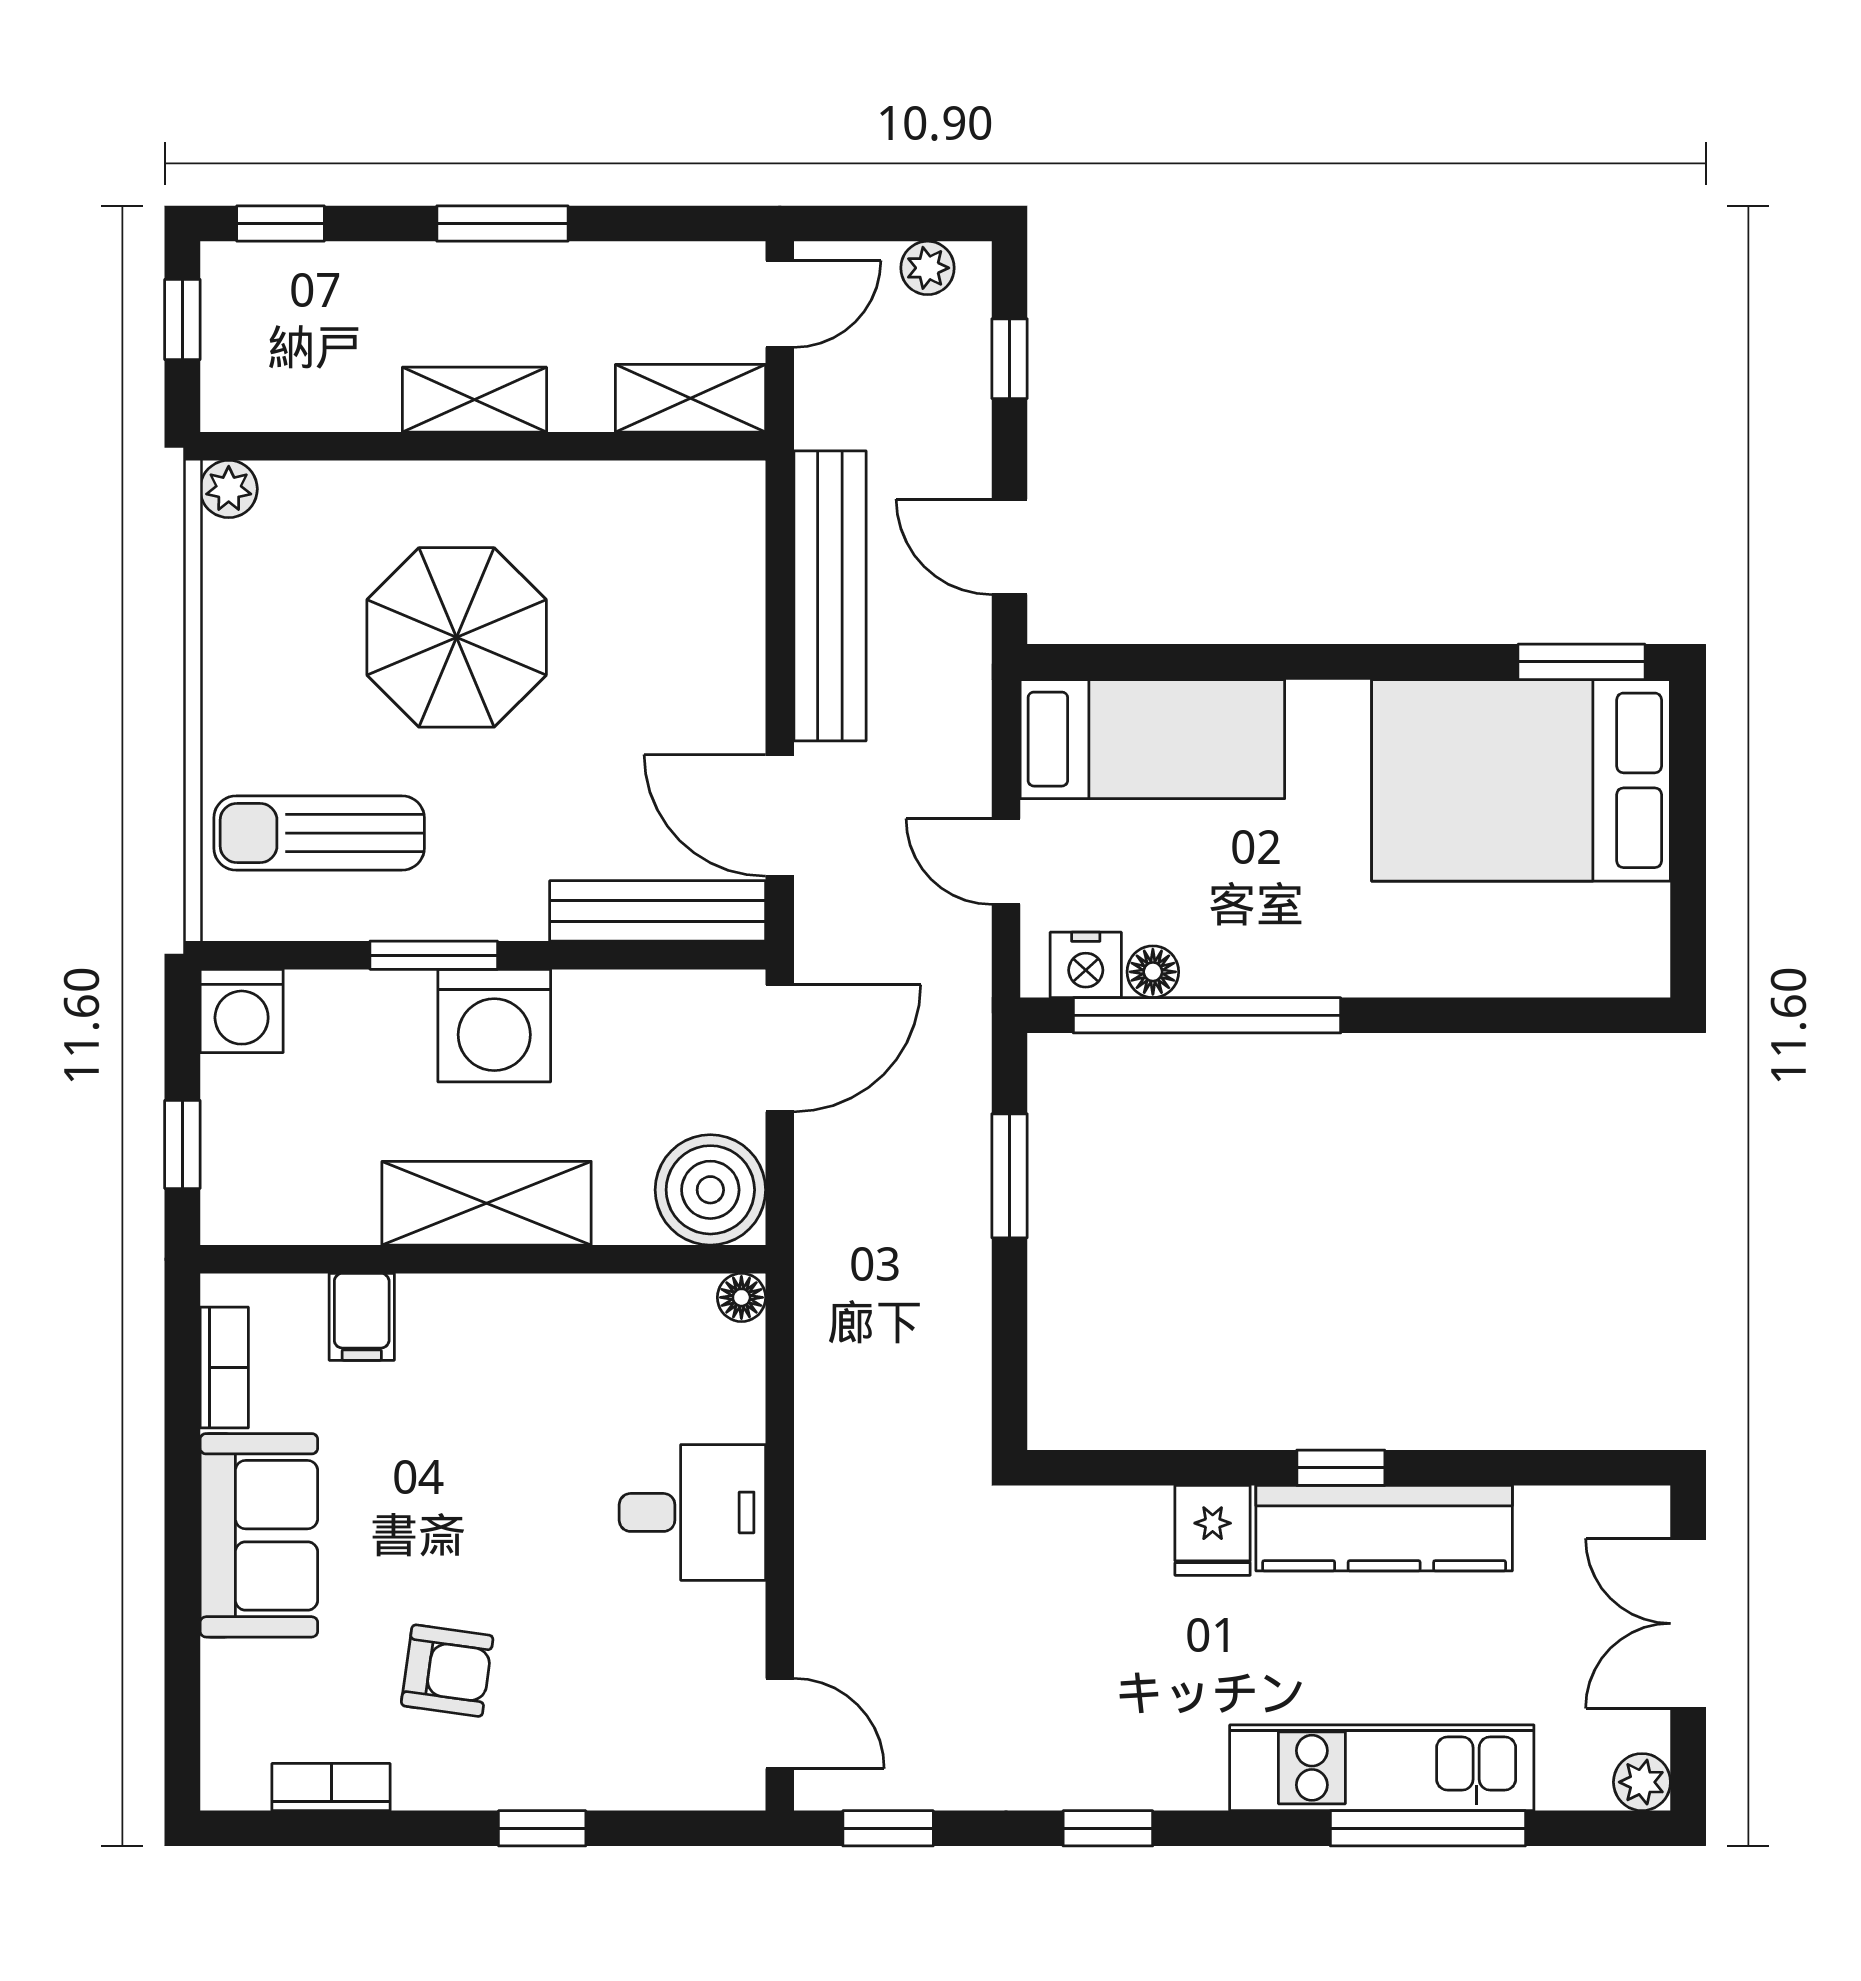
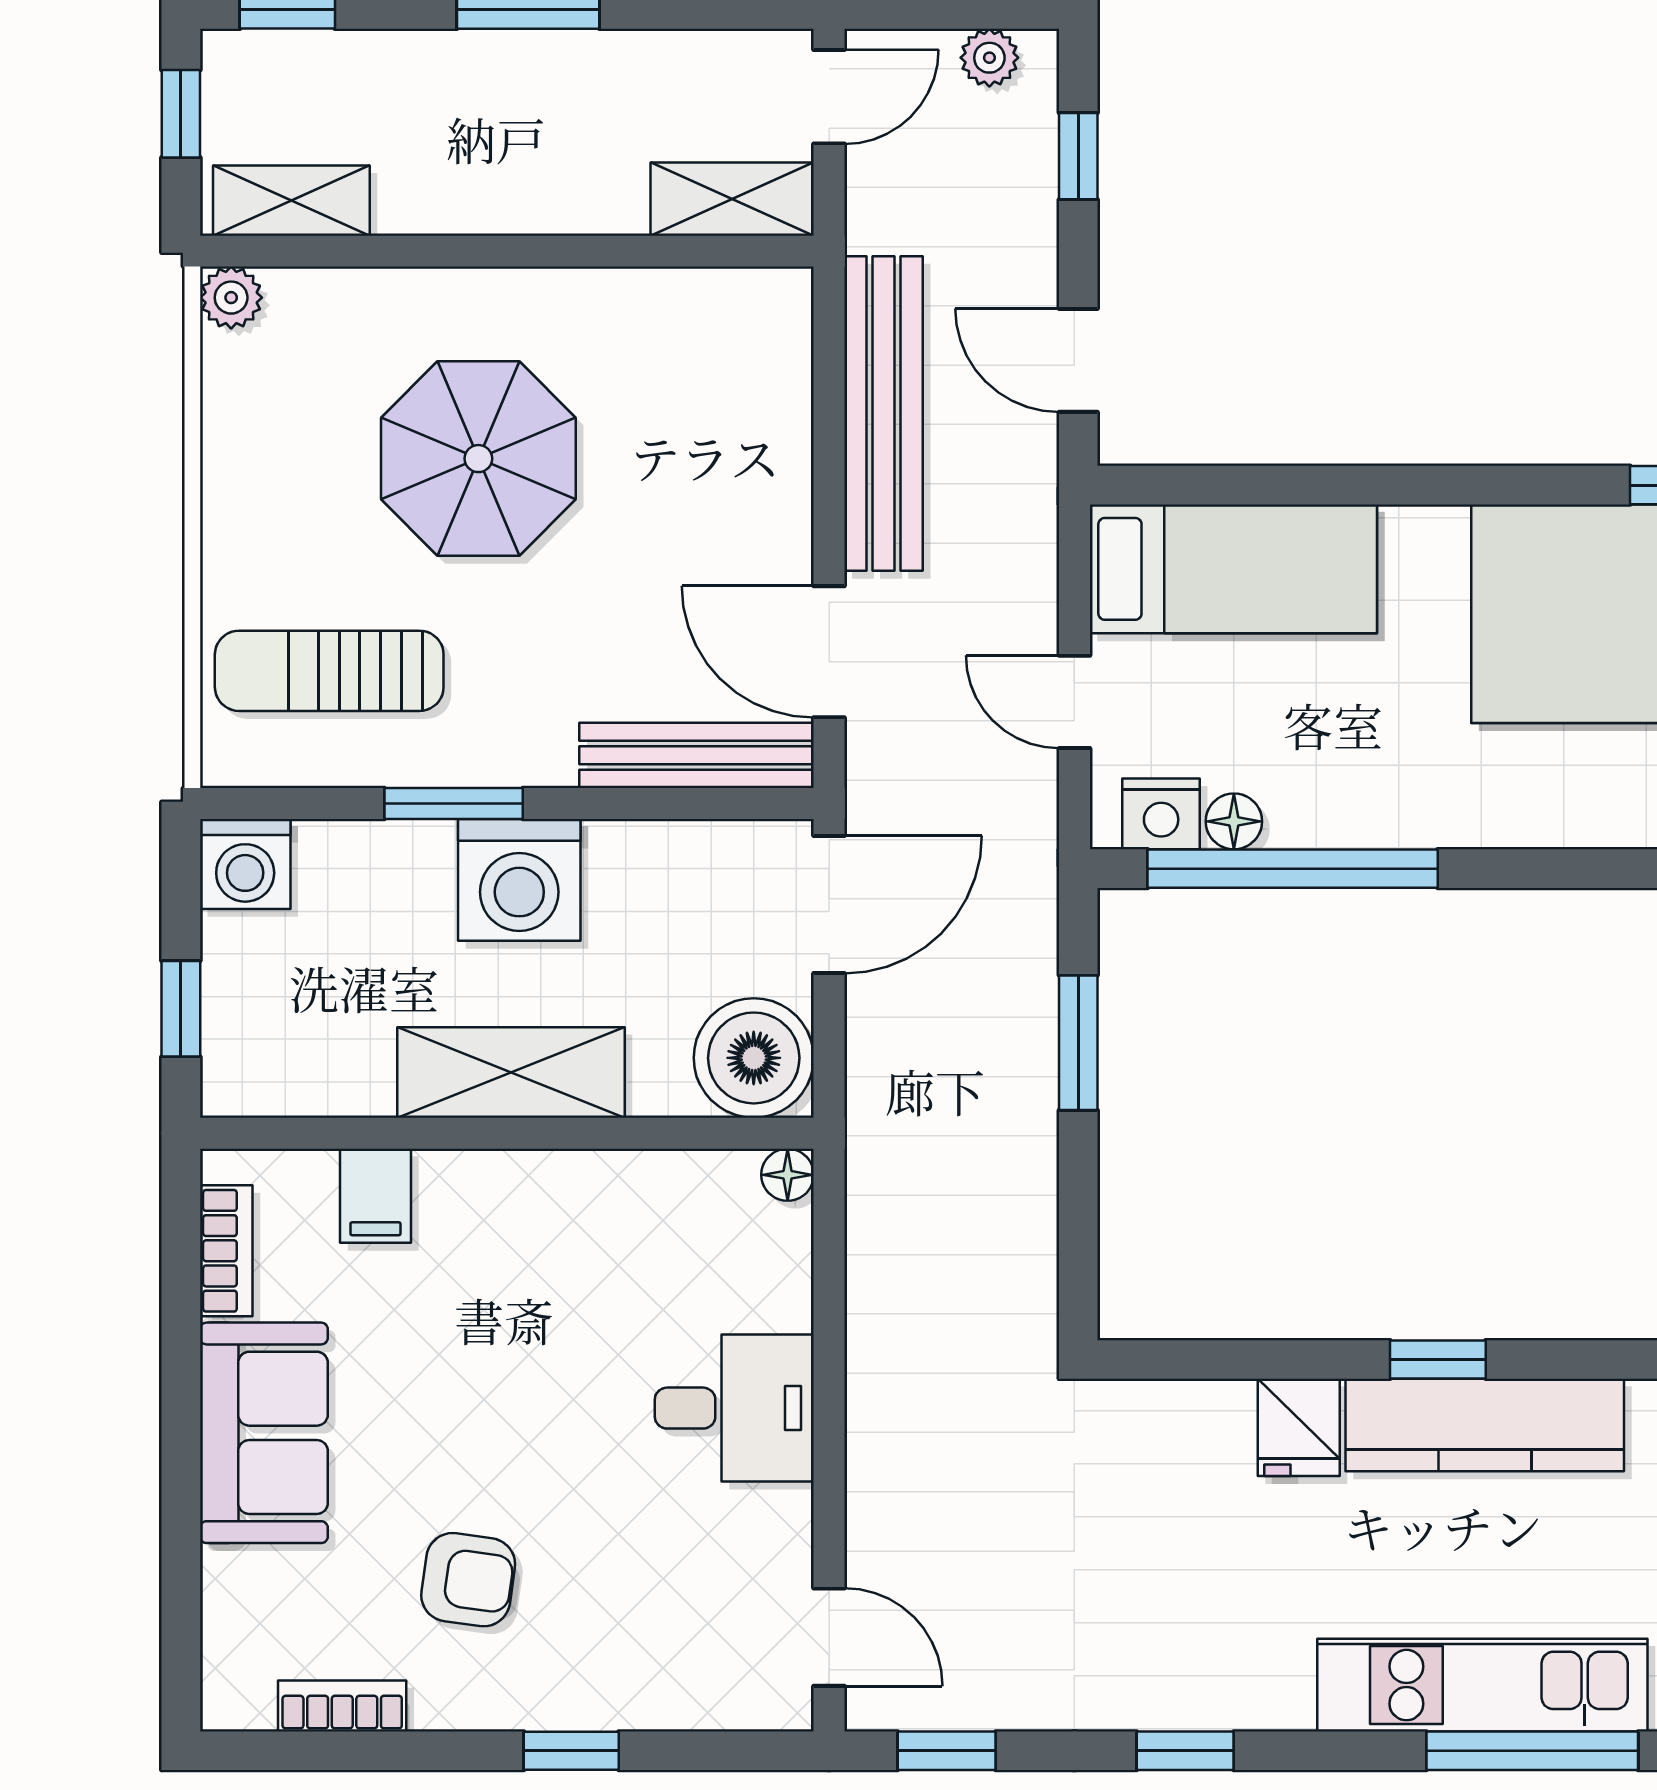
shelving: (474, 400) -> (291, 201), moved

